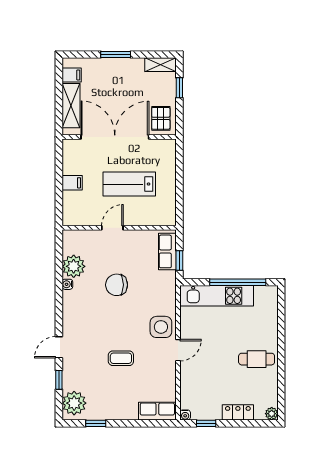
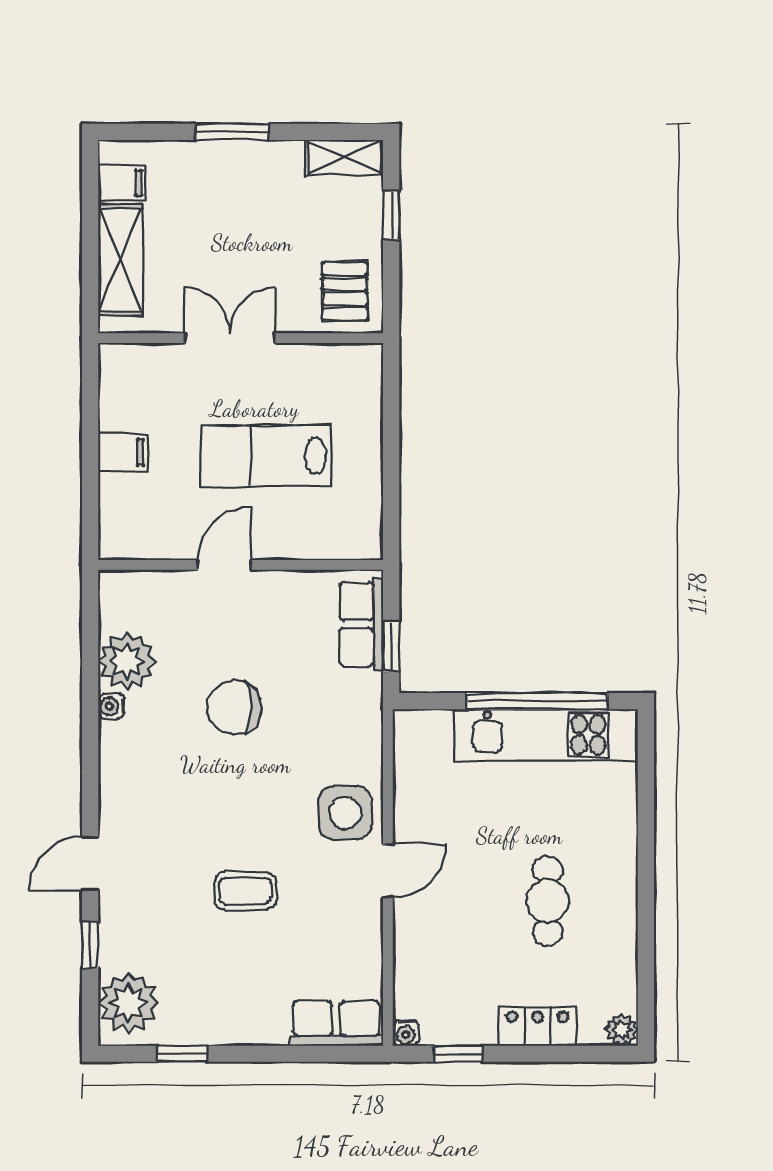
double door: (115, 137) -> (230, 338), width x0.54
kitchen unit: (217, 296) -> (546, 735), moved
cafe table: (257, 359) -> (548, 901), moved, turned 90

